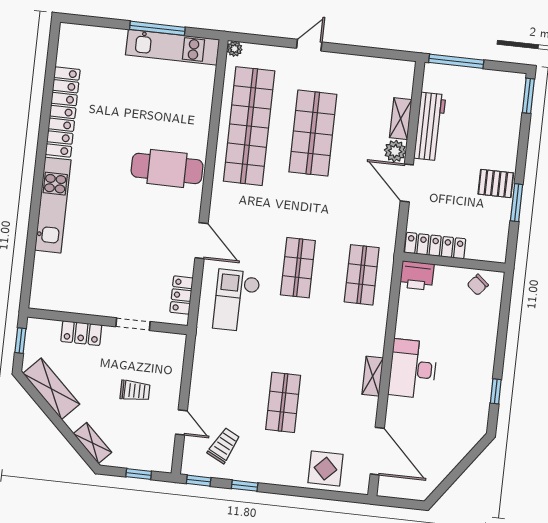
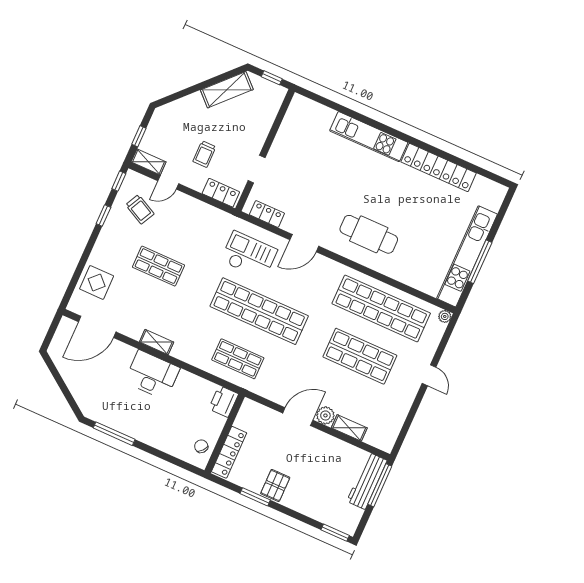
kitchen unit: (173, 47) -> (467, 256), width x1.36
workbench: (430, 126) -> (367, 481), moved, turned 90
cafe table: (167, 168) -> (369, 234), turned 90
locker: (435, 246) -> (229, 452), moved
shop shelf: (298, 268) -> (259, 311), width x2.00, depth x1.36
locker: (81, 333) -> (221, 193), moved, turned 90
window: (496, 391) -> (114, 434), width x2.17
shelving: (92, 443) -> (149, 162), moved, turned 46

